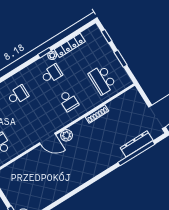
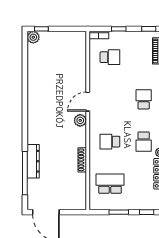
school desk: (18, 95) -> (144, 99), turned 180
dresser: (137, 144) -> (33, 161), moved

